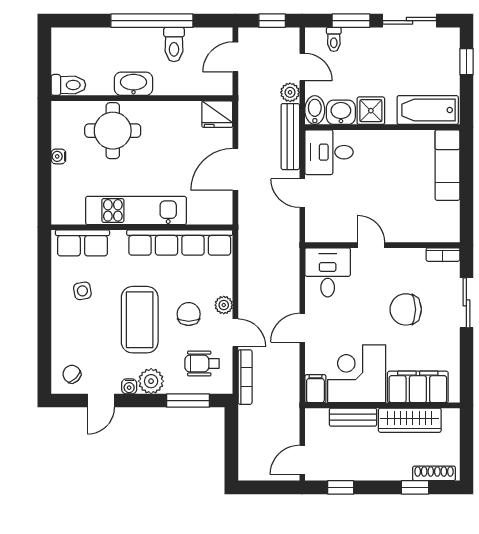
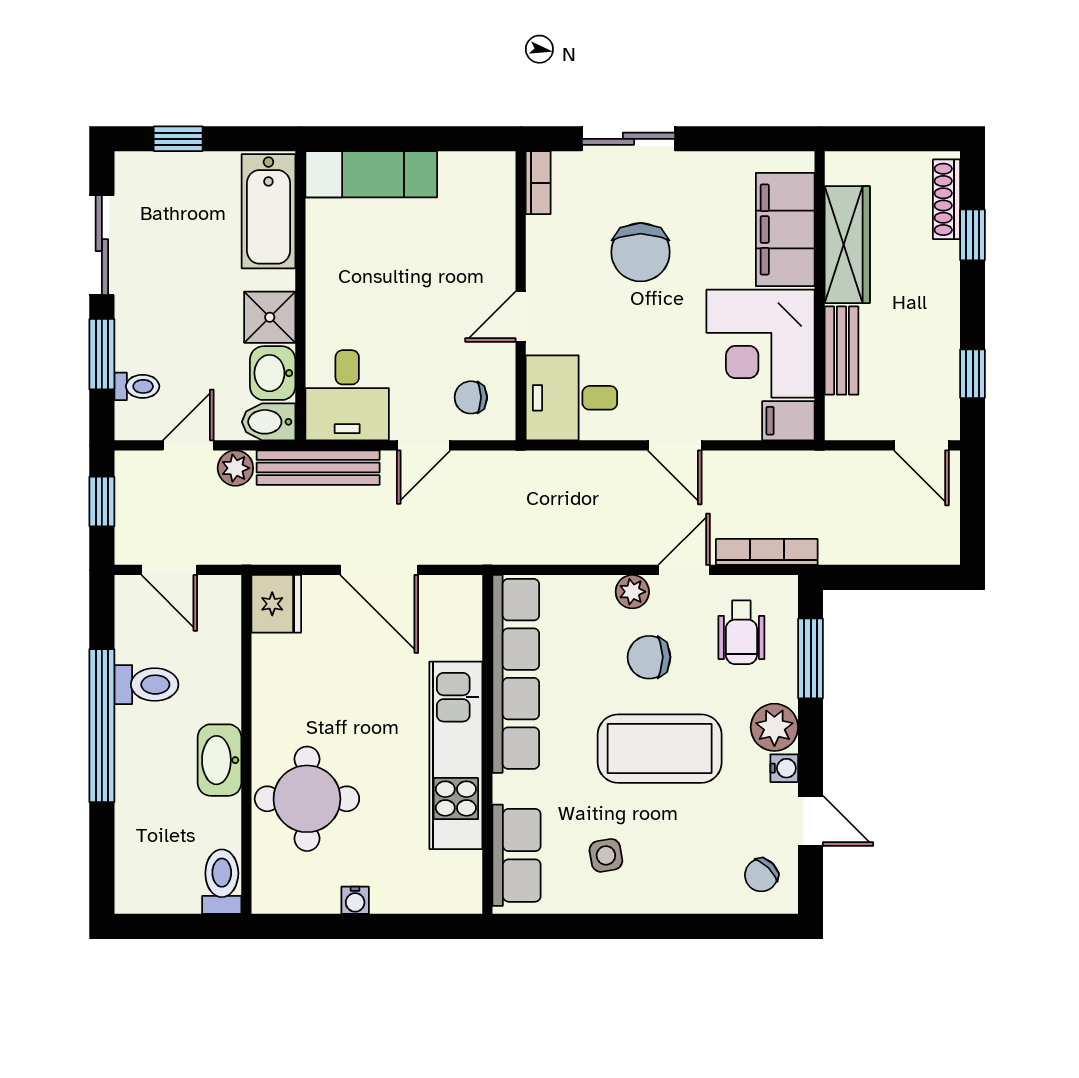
chair: (328, 218) -> (471, 397), added

